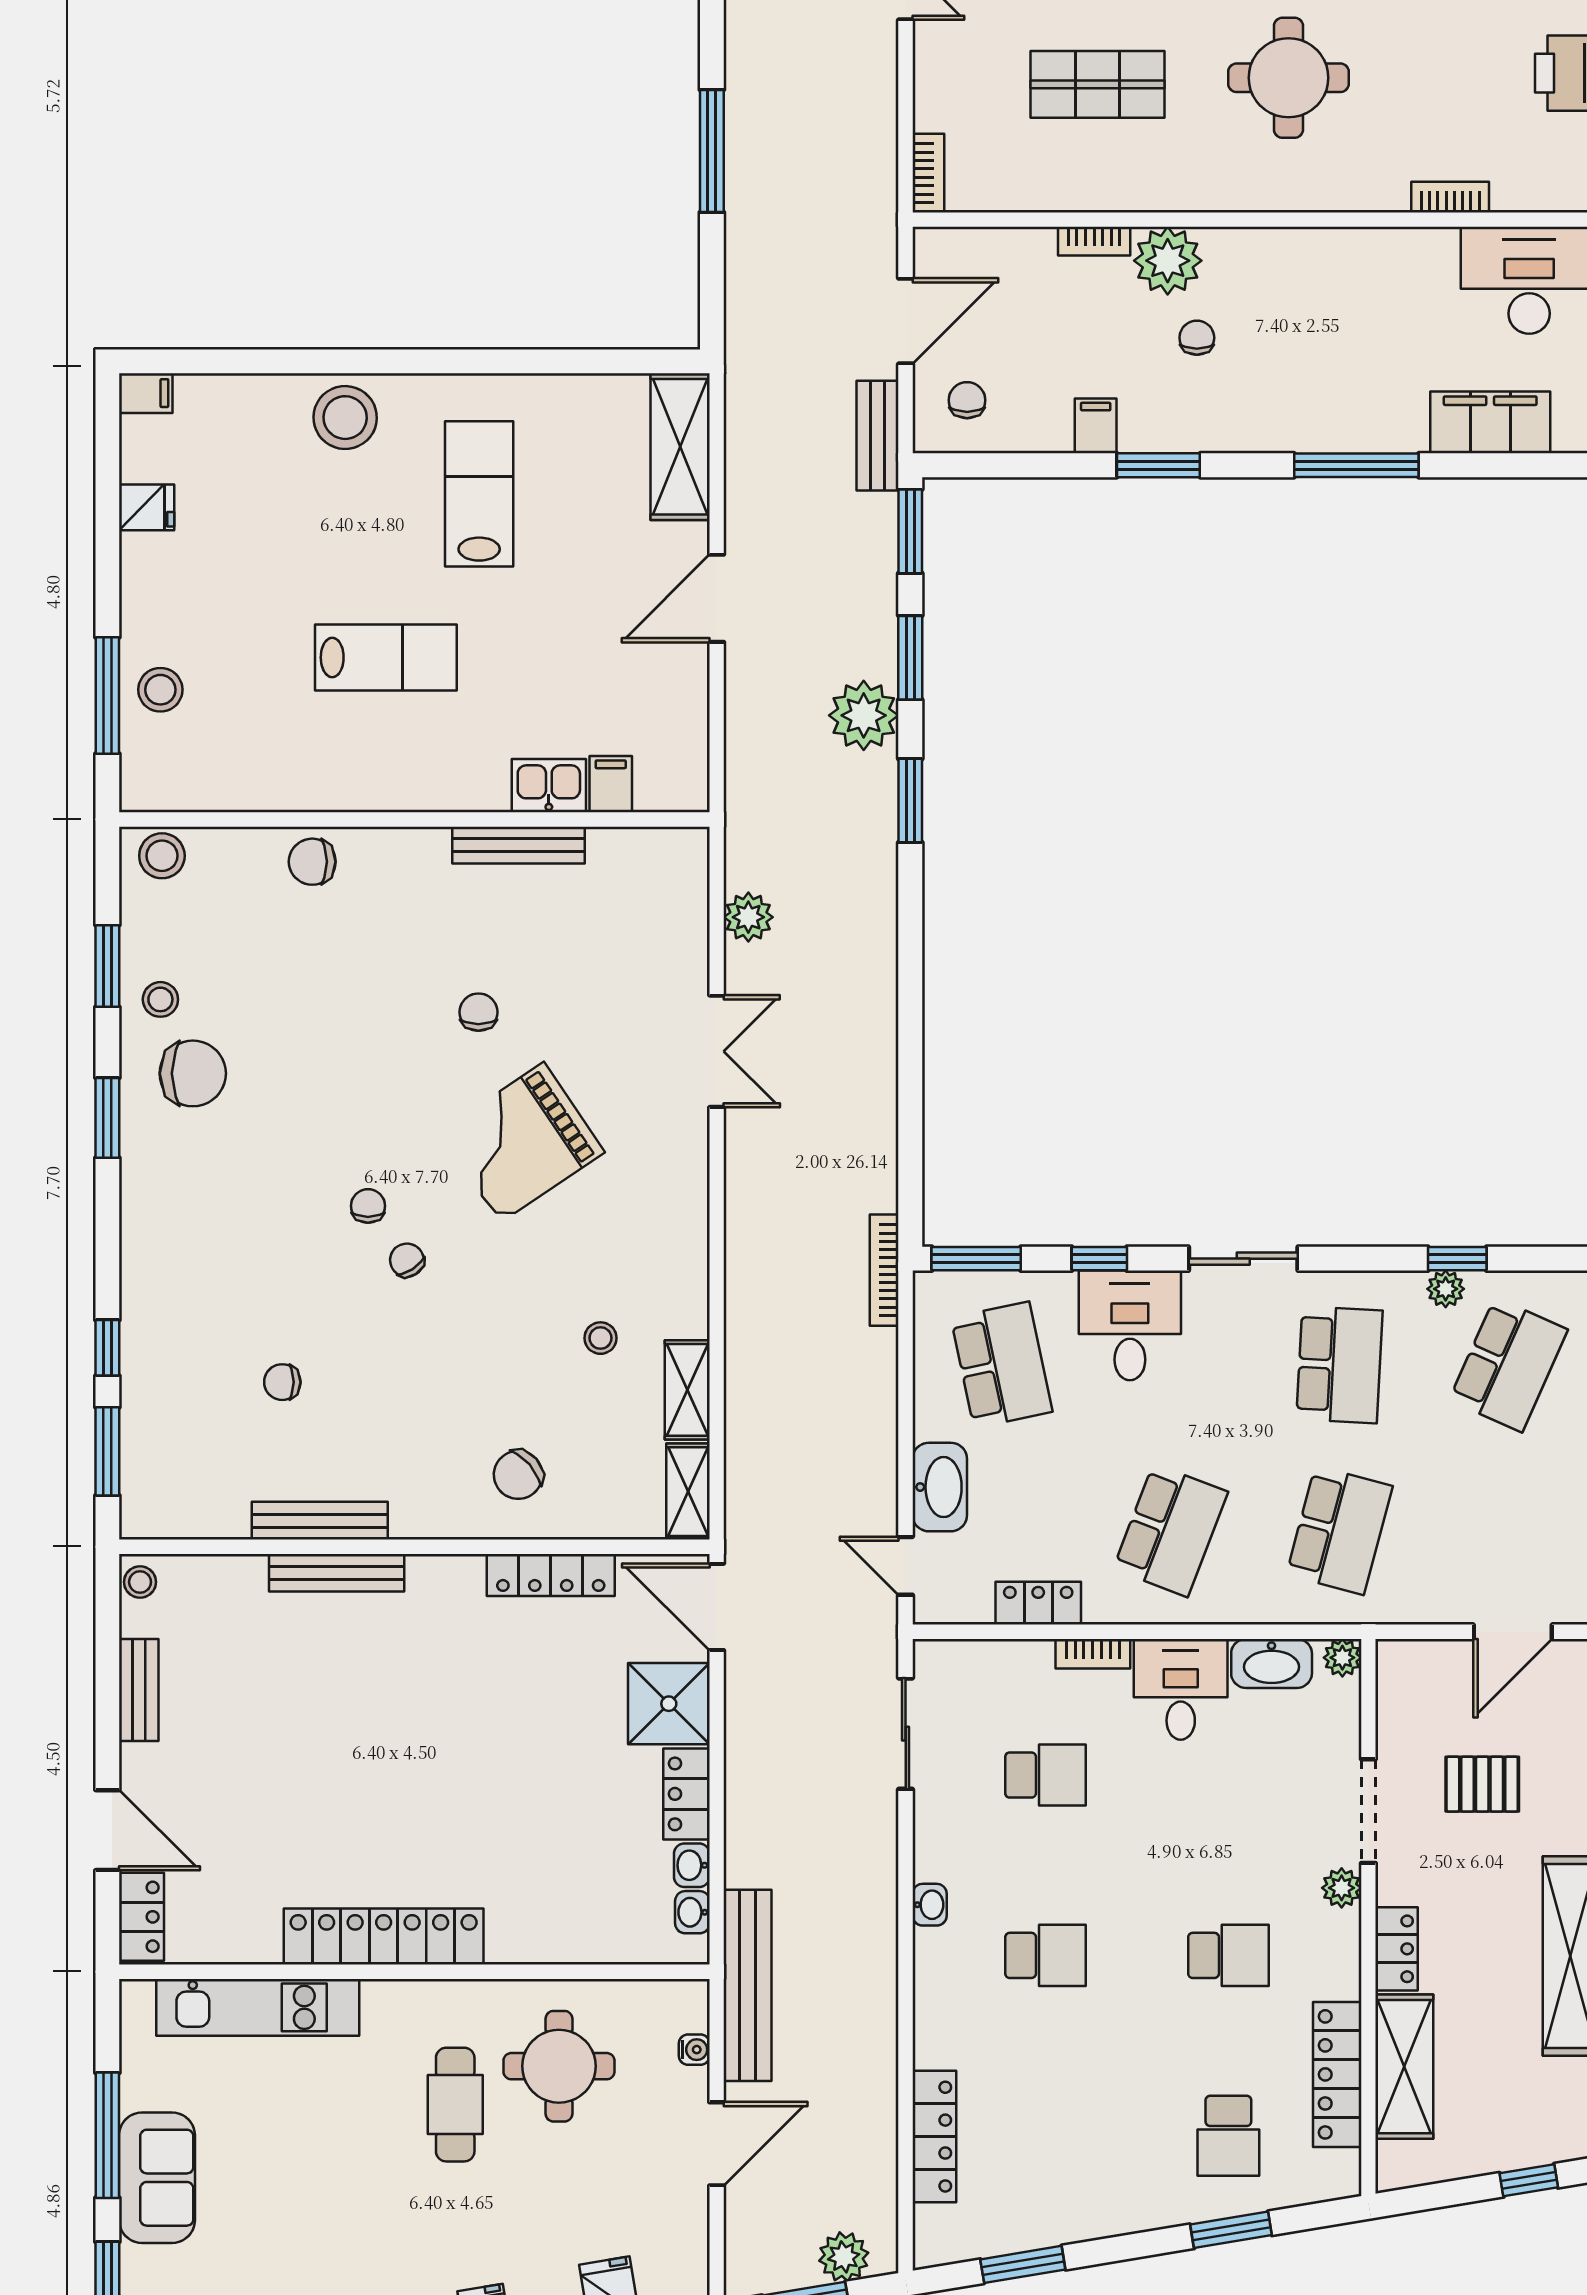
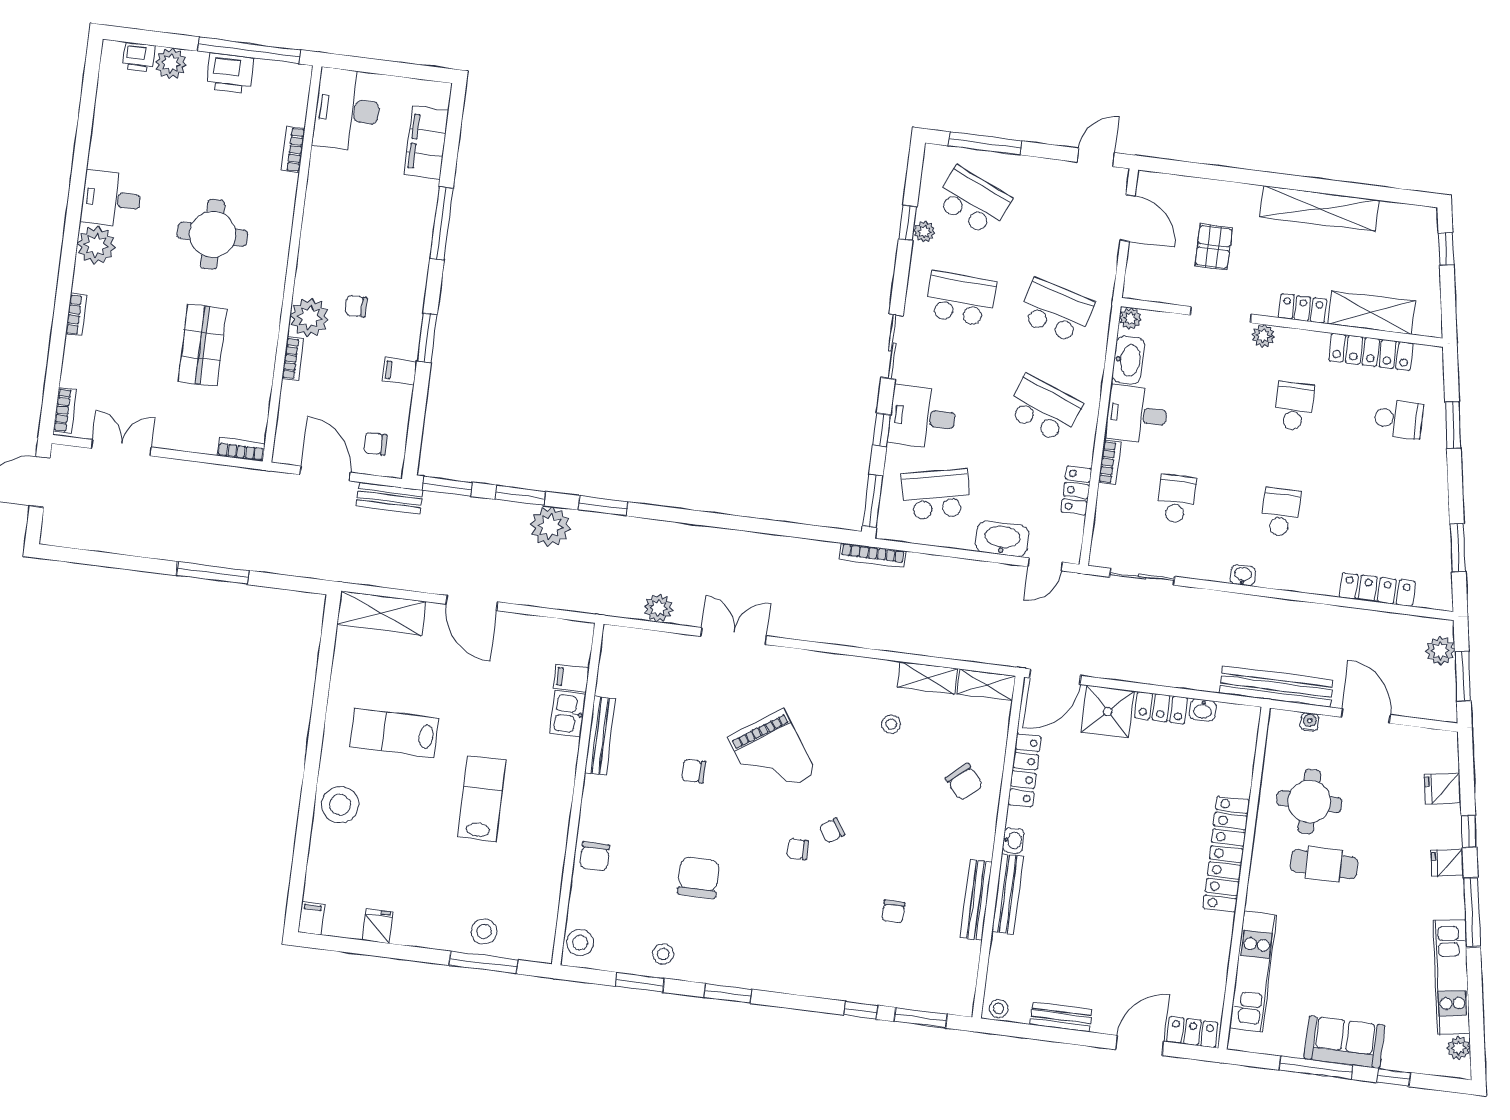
chair: (193, 1073) -> (699, 878), moved
washbasin: (692, 1912) -> (1013, 840), moved, turned -90
locker: (384, 1936) -> (1226, 854), moved

